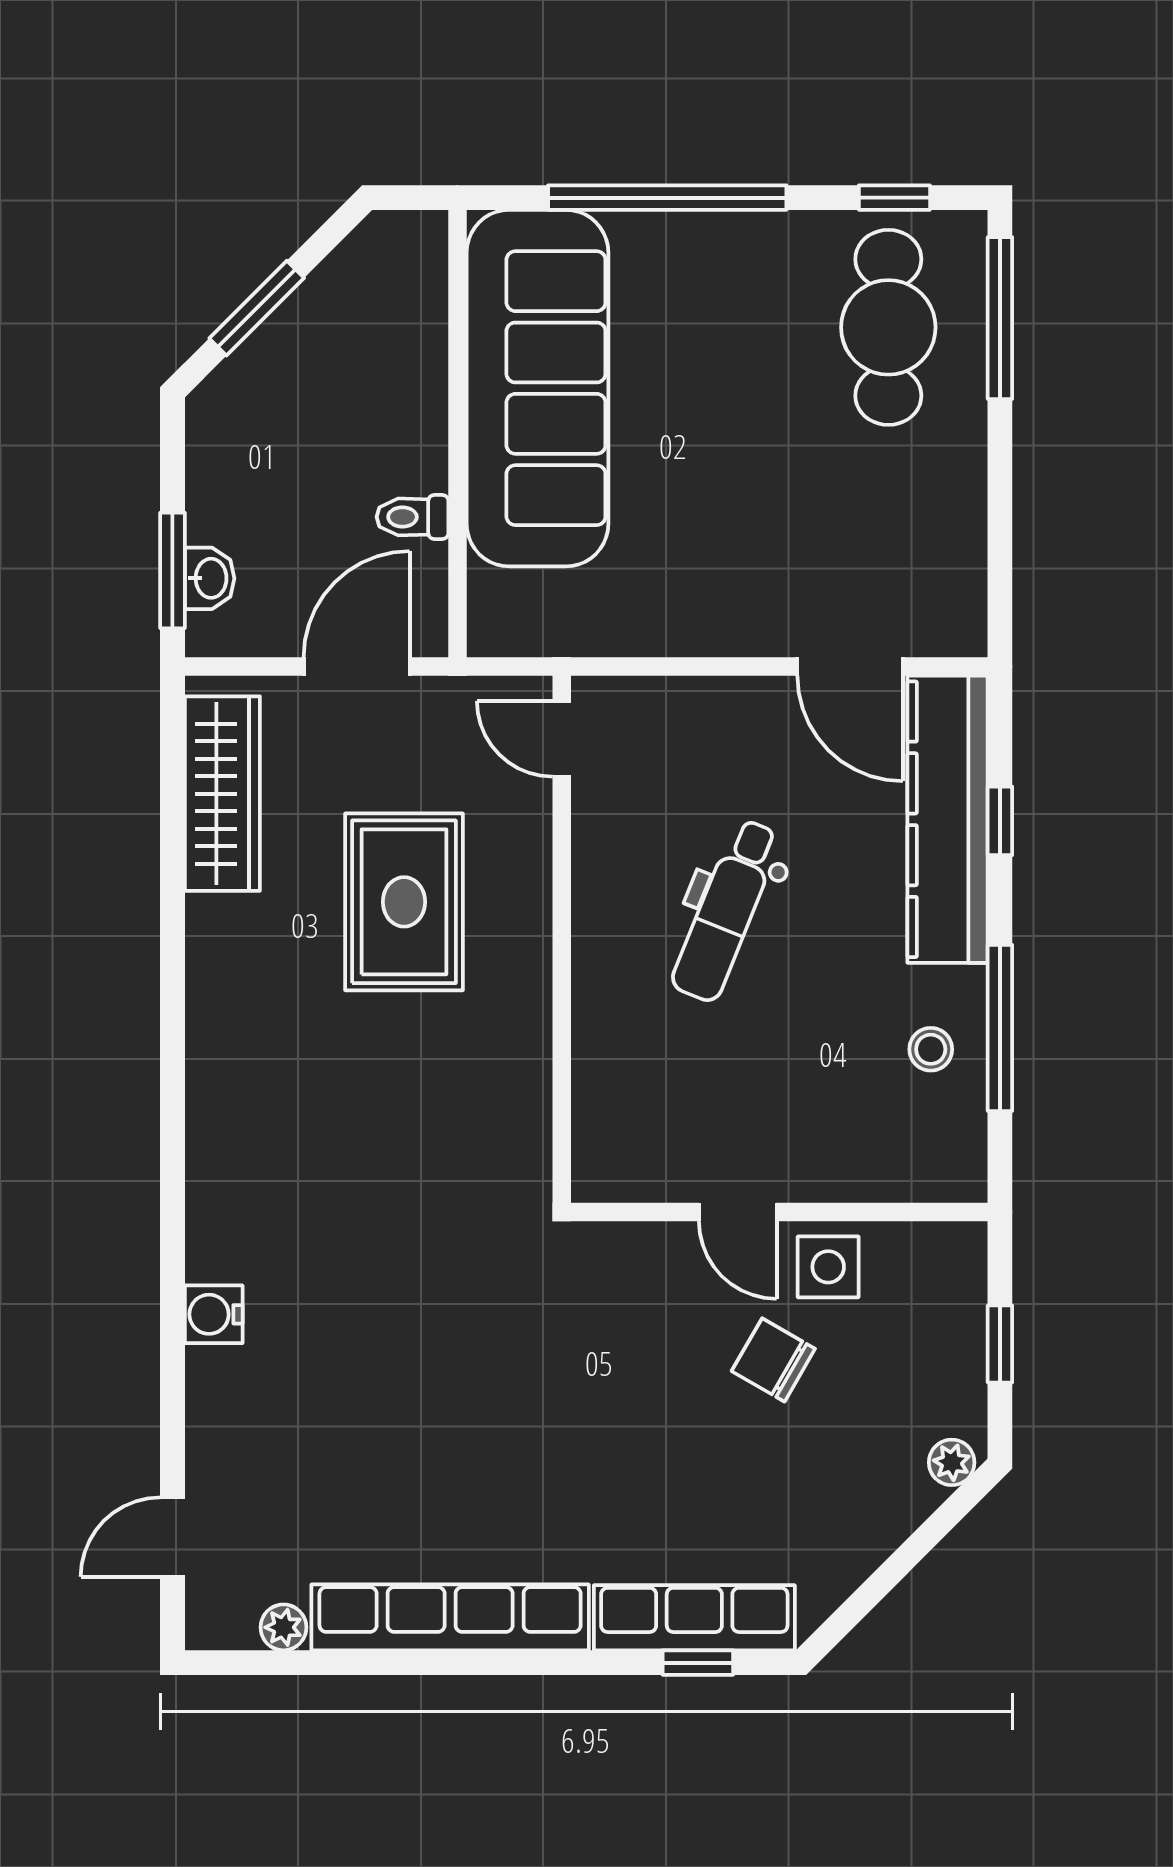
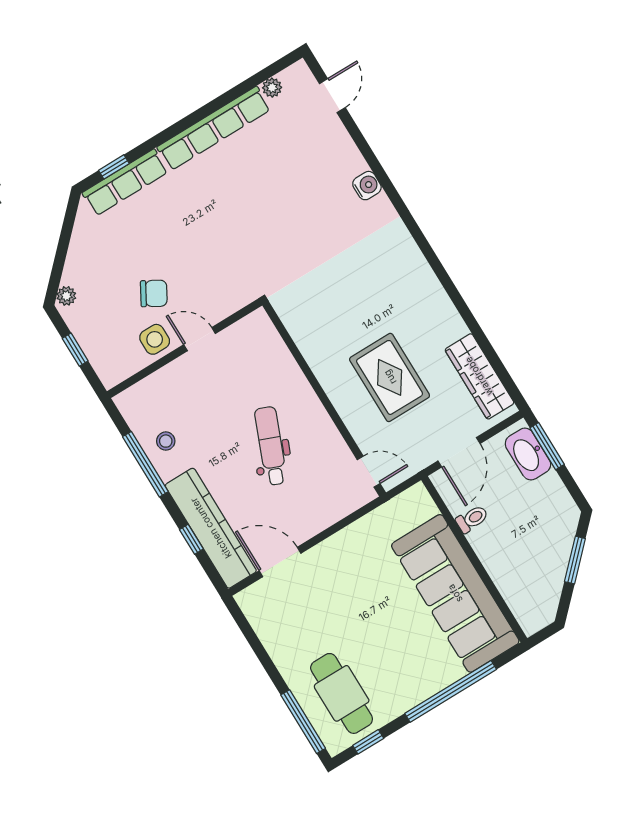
washbasin: (210, 578) -> (528, 454), width x1.91, depth x1.45

